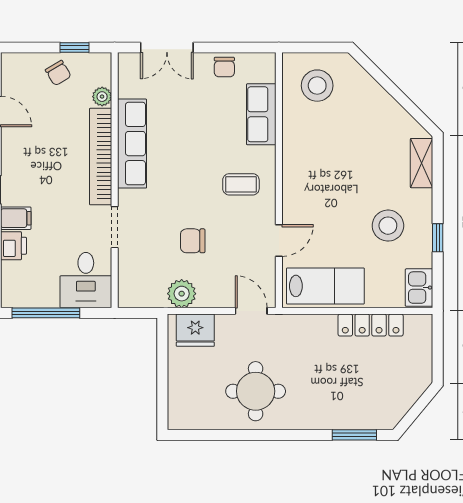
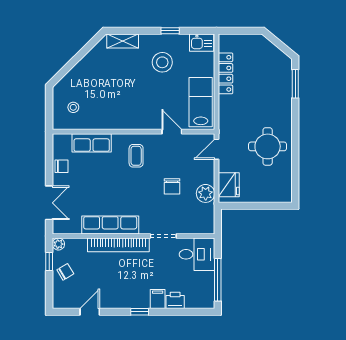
stool: (317, 86) -> (73, 107), width x0.53, depth x0.53
plant: (102, 97) -> (58, 244), moved

